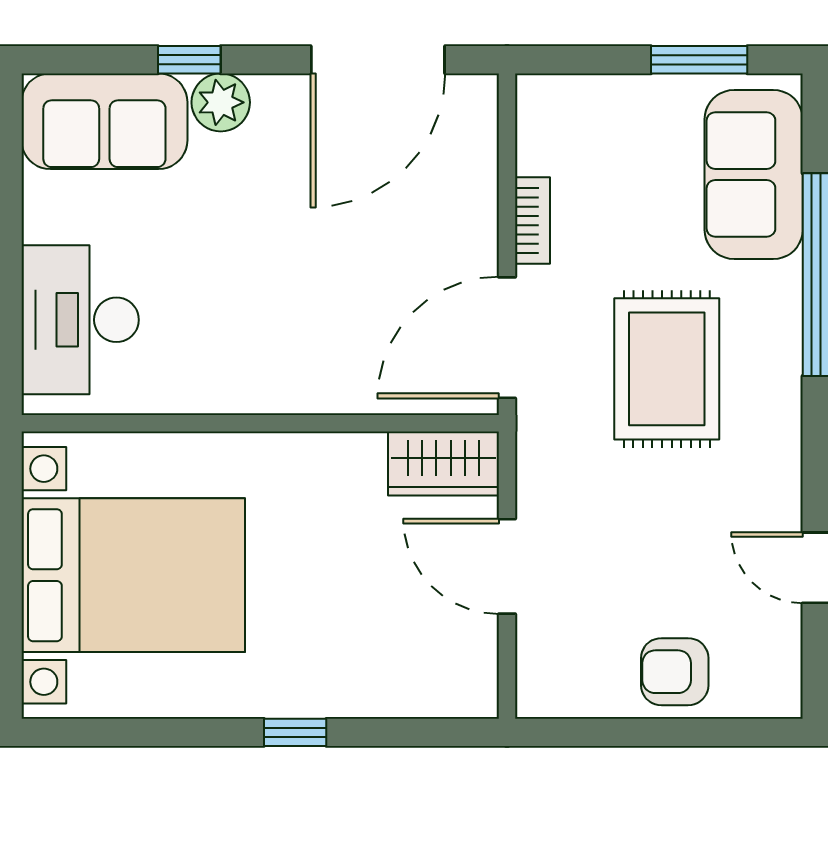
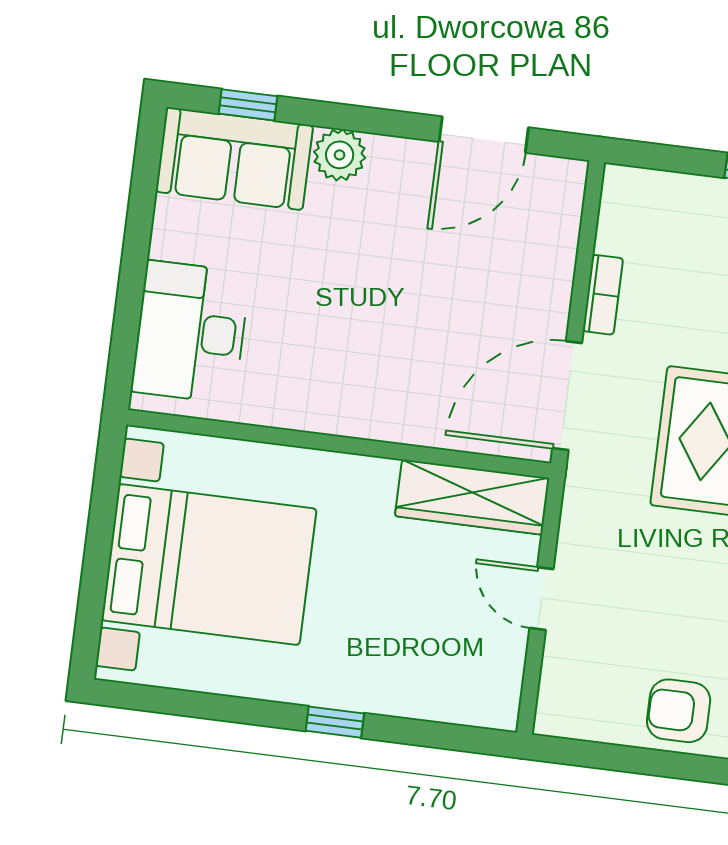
window: (189, 60) -> (248, 105), moved
door: (378, 60) -> (484, 135), width x0.73
wardrobe: (444, 463) -> (472, 497), width x1.50
door: (507, 566) -> (542, 599), width x0.73

